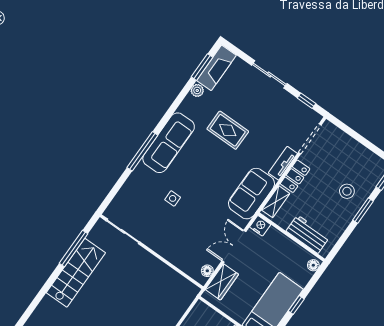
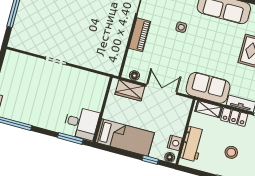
stool: (347, 191) -> (231, 152), moved
nightstand: (260, 226) -> (175, 143), moved
piano: (164, 248) -> (140, 35), added
window: (296, 305) -> (150, 160), moved

